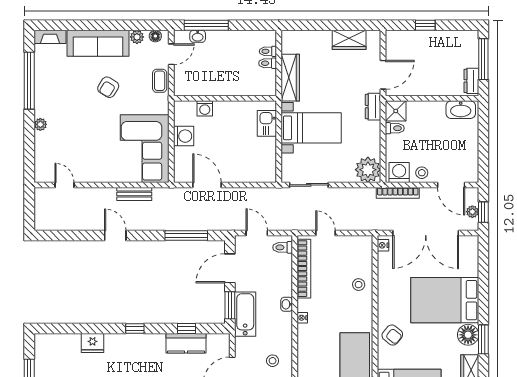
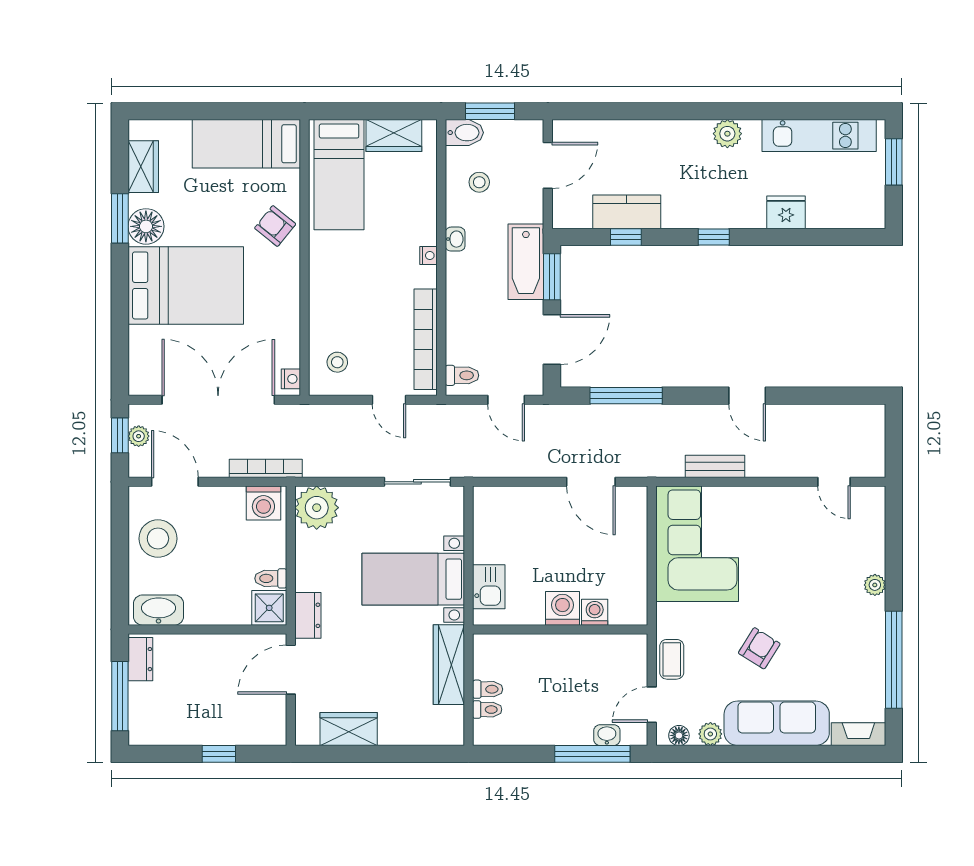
washing machine: (184, 136) -> (562, 608), moved, turned 90
stool: (422, 173) -> (158, 539), moved, width x1.89, depth x1.89
stool: (359, 285) -> (337, 362), moved
washbasin: (287, 304) -> (455, 239), moved

